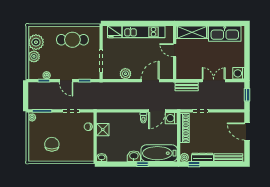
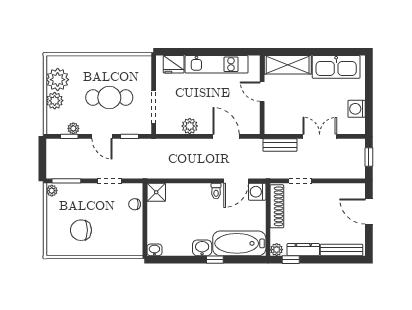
cafe table: (72, 40) -> (109, 98), moved
washing machine: (239, 73) -> (357, 109), moved
door: (150, 81) -> (226, 136), hinge flipped
shower: (103, 130) -> (156, 192), moved
chair: (52, 144) -> (81, 230), turned -90

